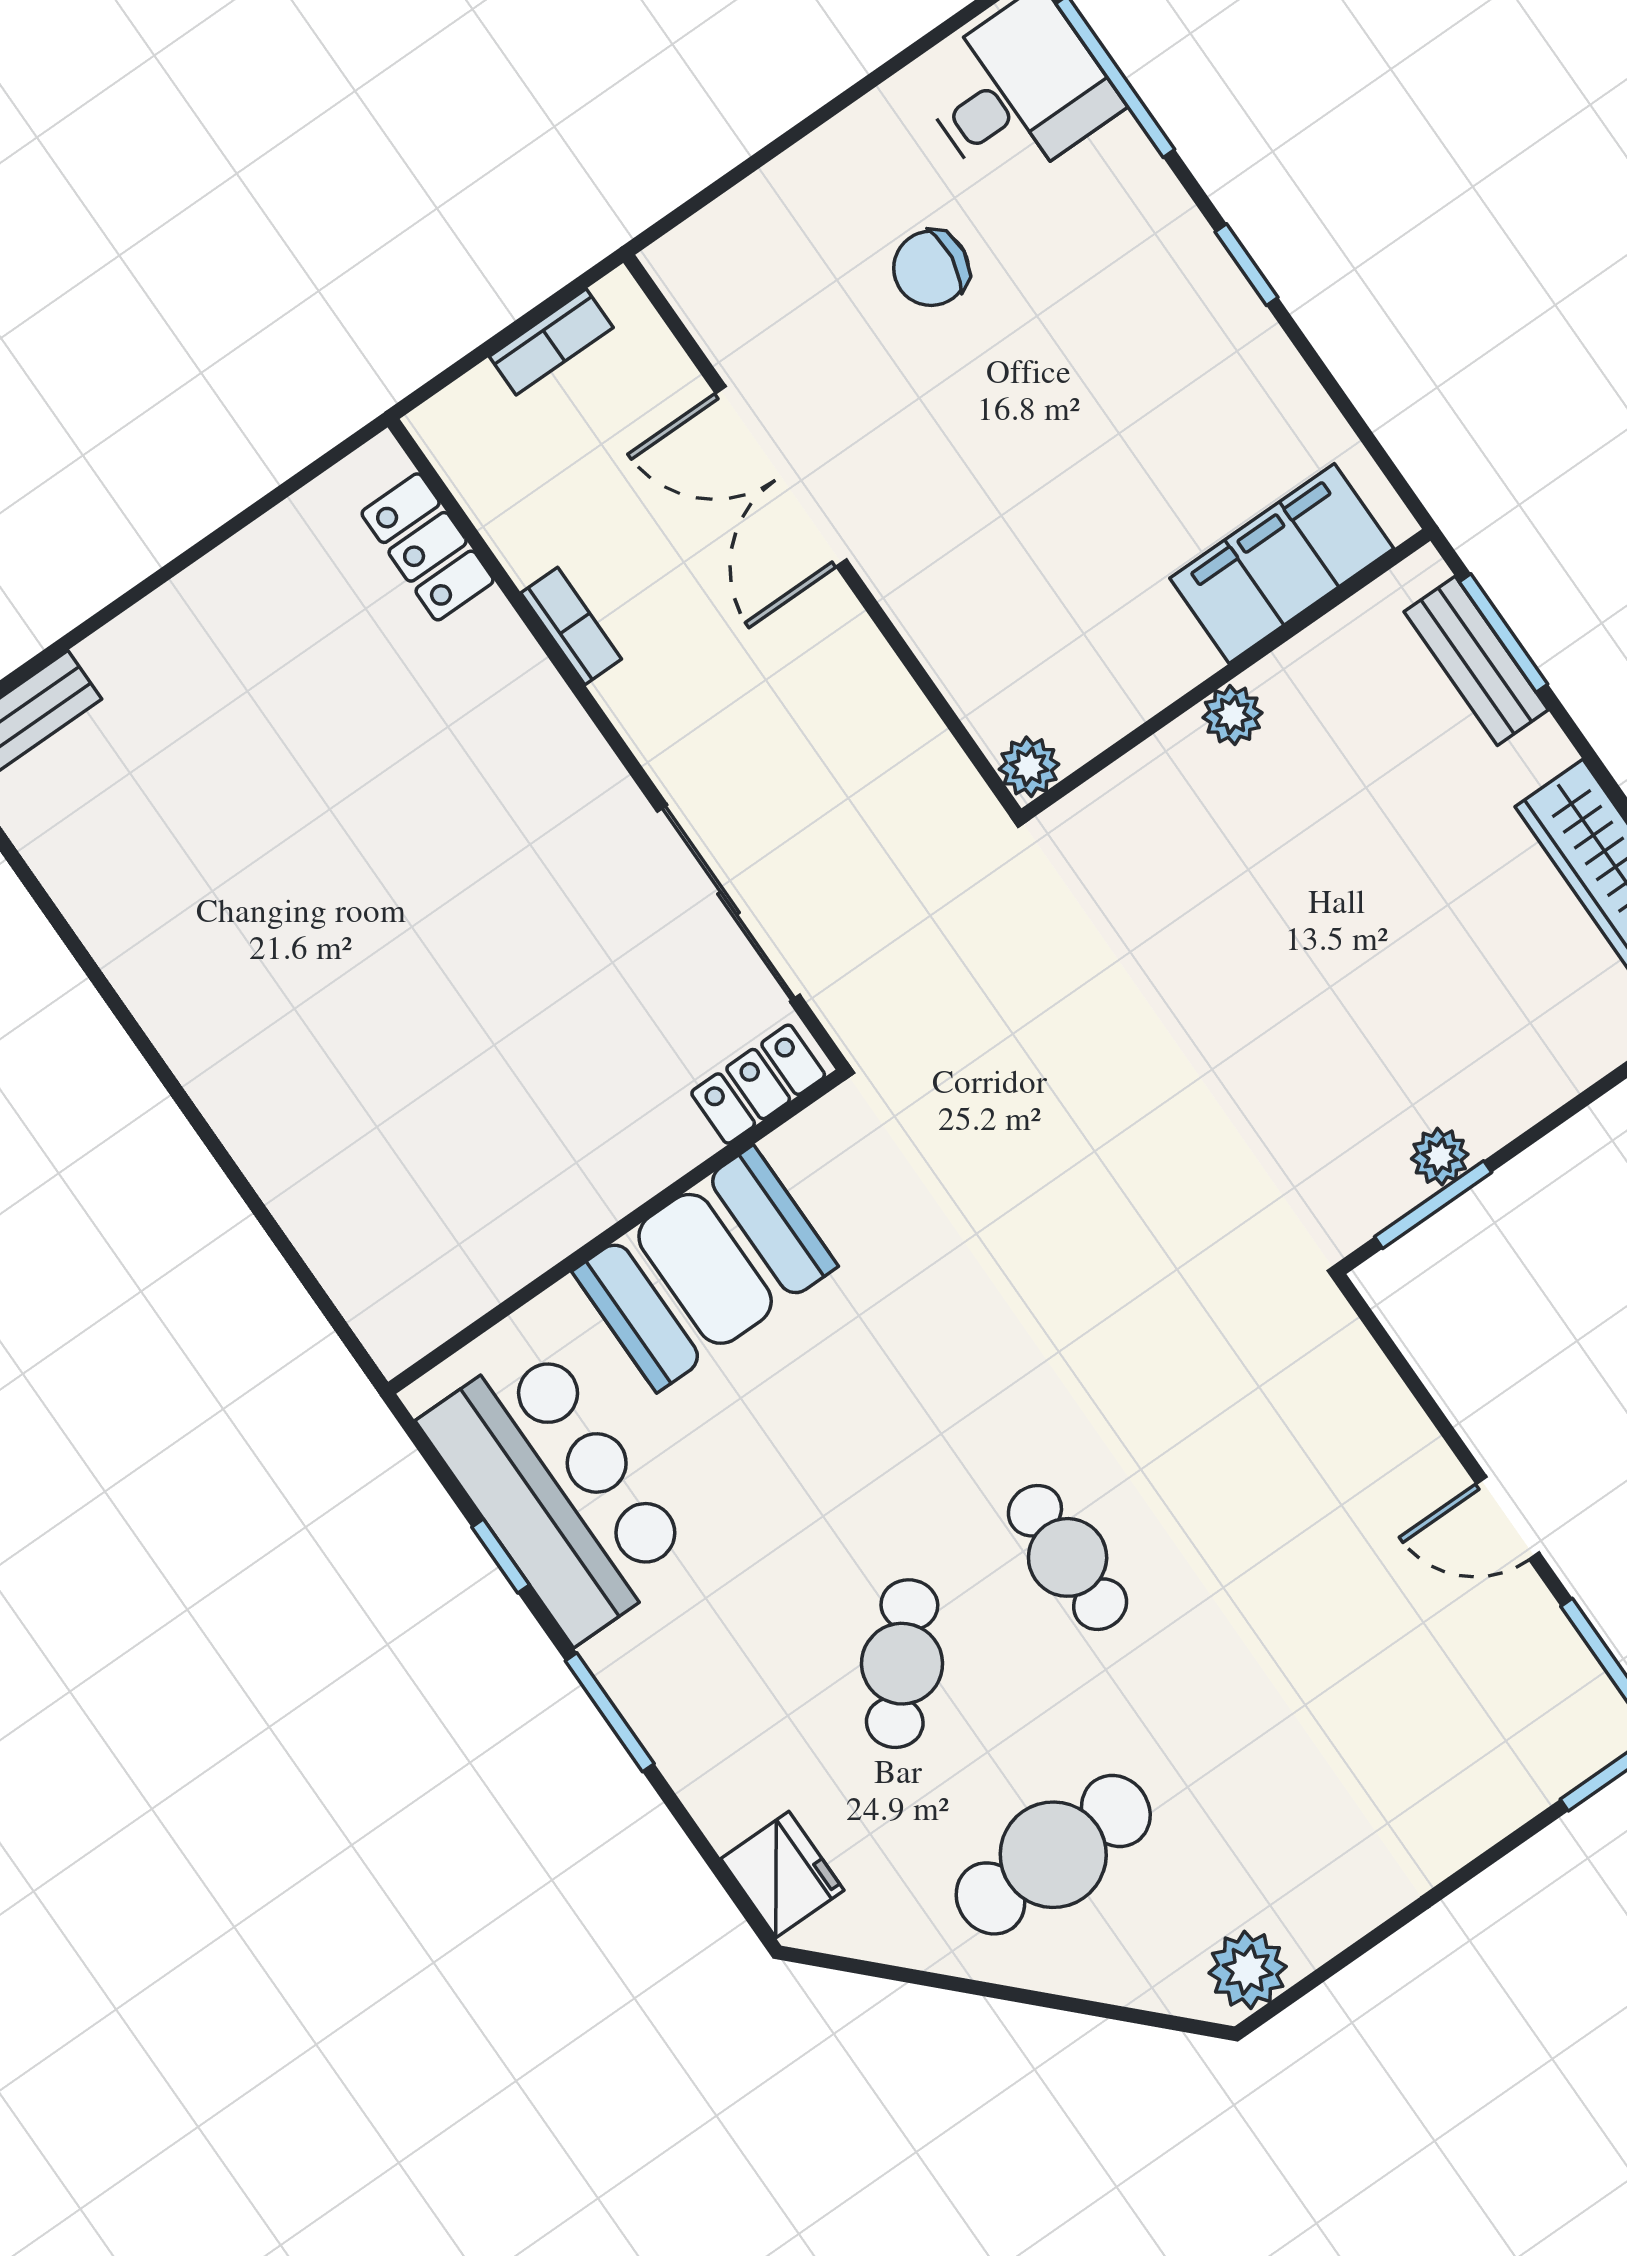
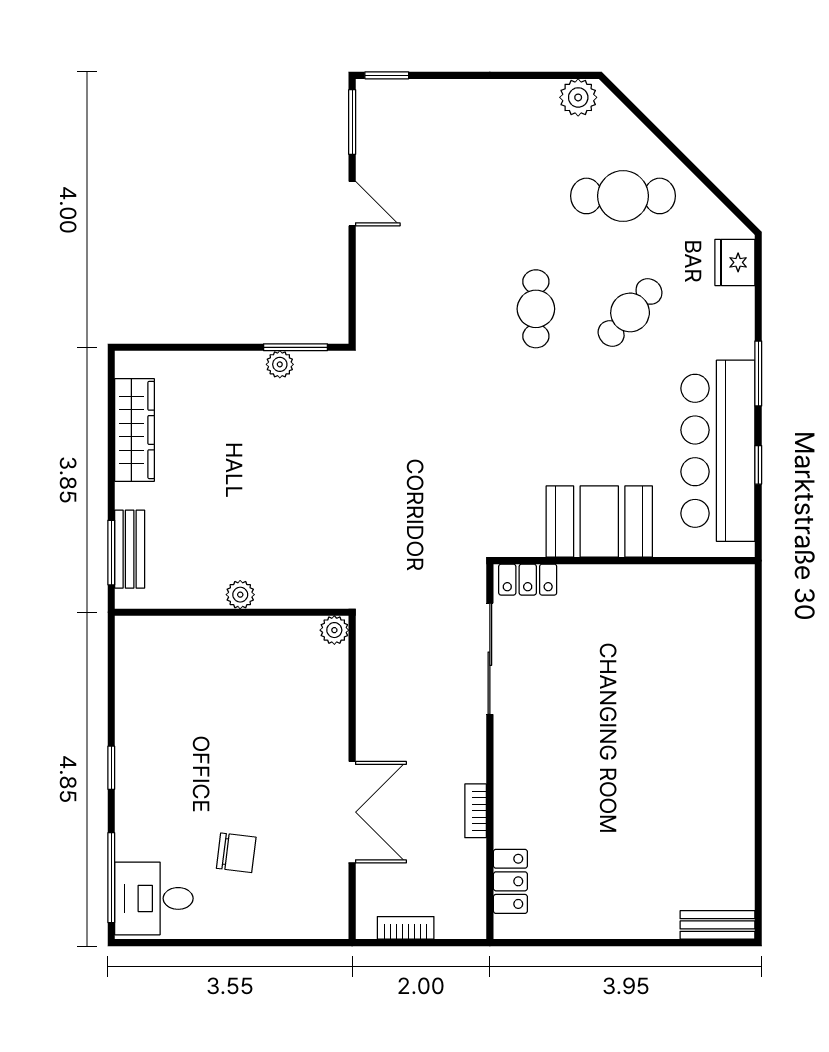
filing cabinet: (1282, 563) -> (179, 641), removed
bar counter: (558, 1490) -> (718, 451), width x1.36

